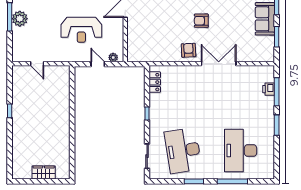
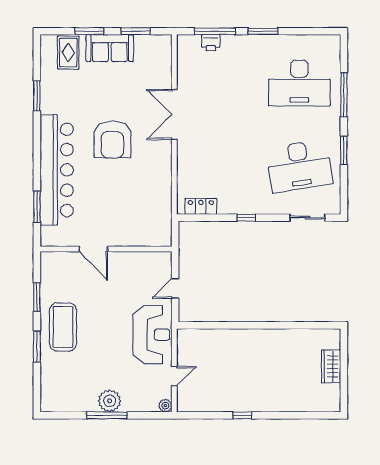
armchair: (201, 21) -> (112, 140), width x1.88, depth x1.88
reception desk: (81, 30) -> (151, 335), moved
armchair: (189, 50) -> (155, 158), removed
plant: (113, 57) -> (165, 406), moved

